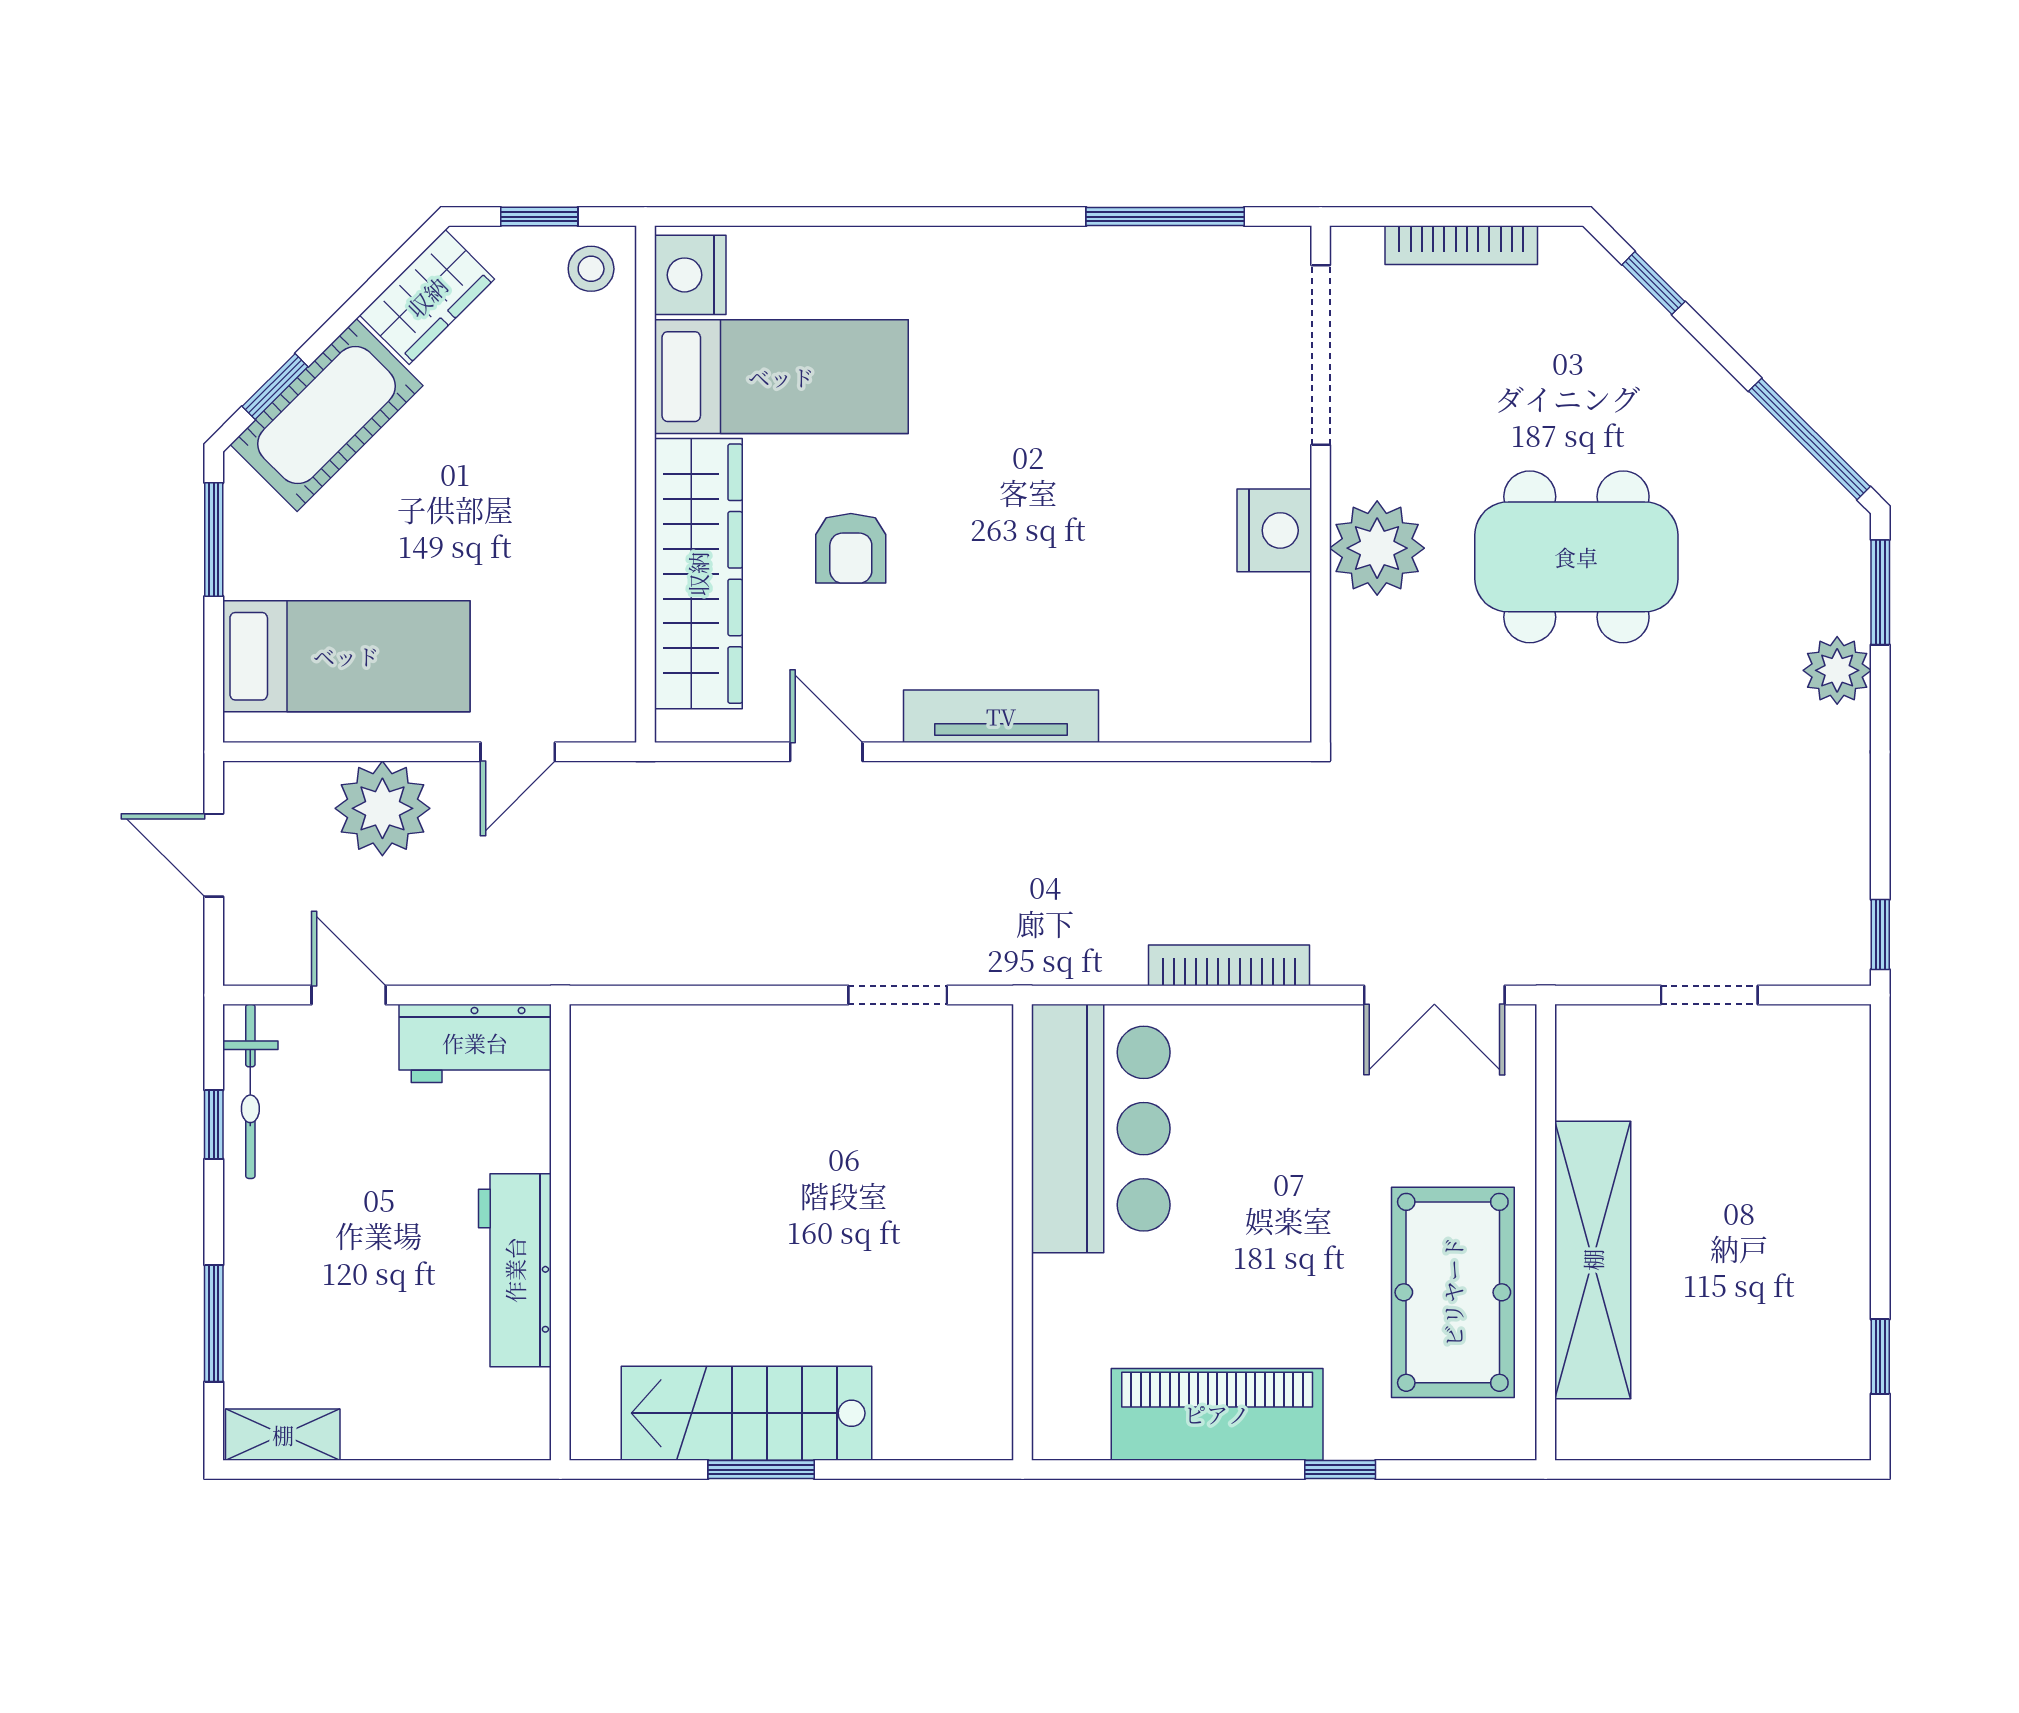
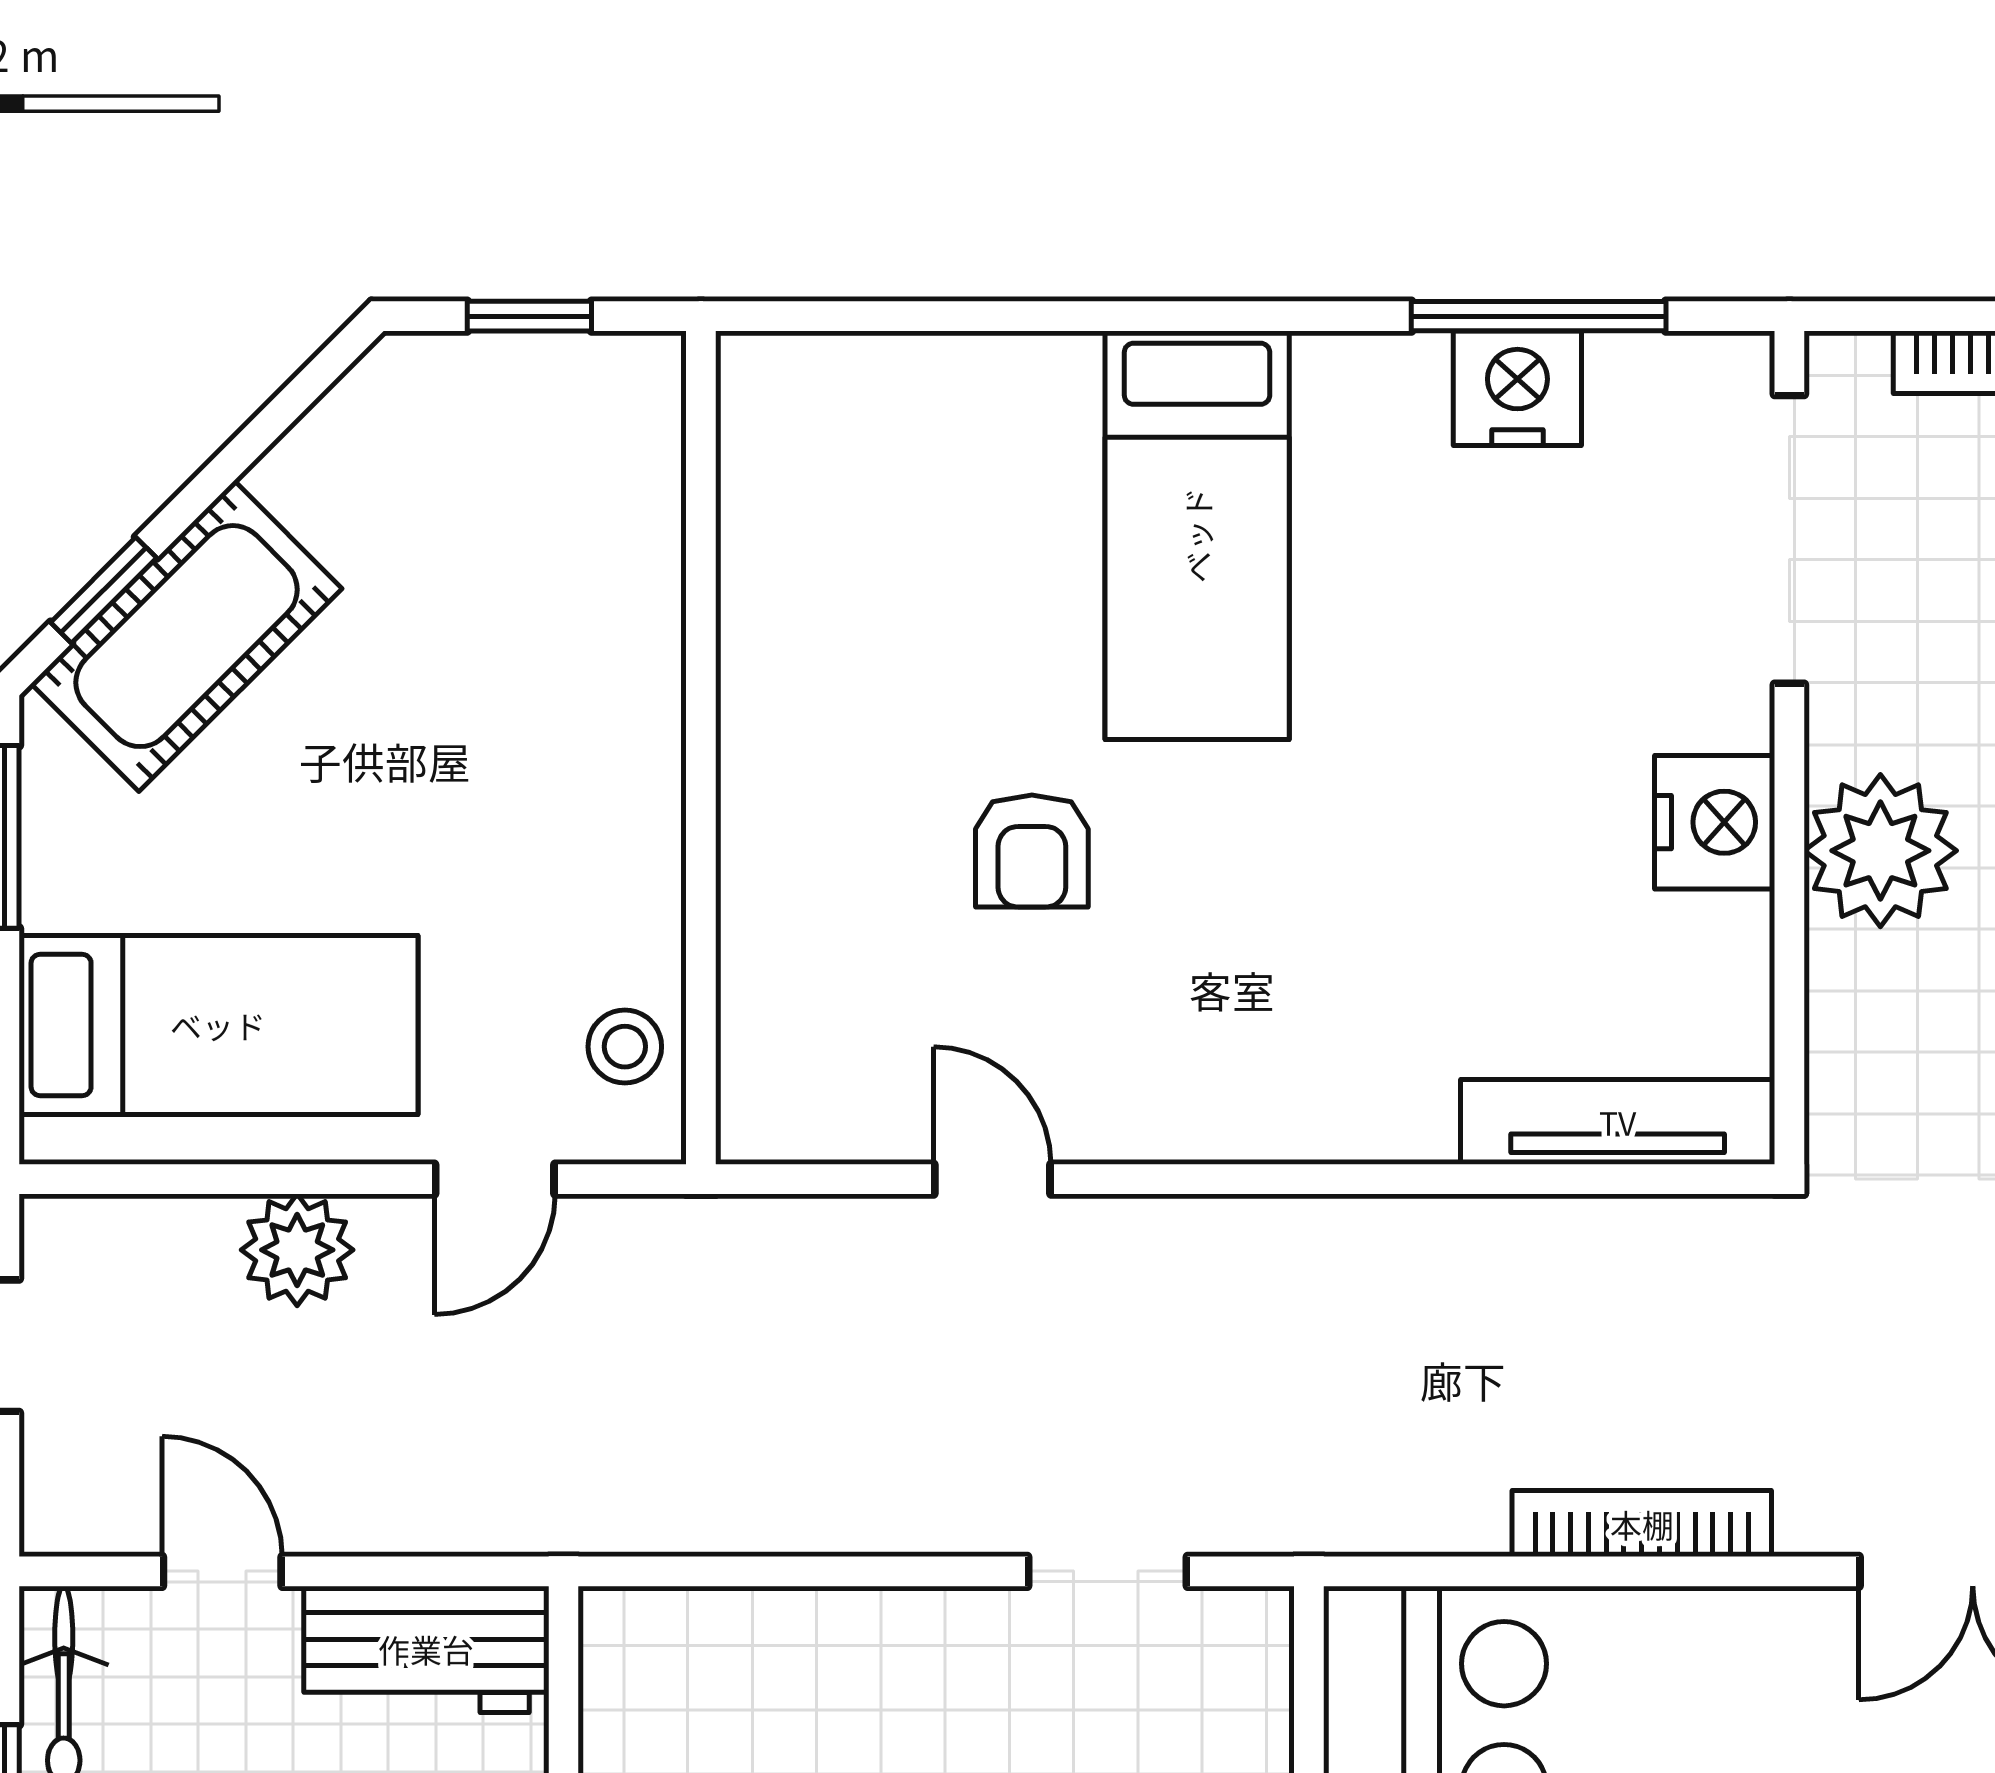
stool: (591, 269) -> (625, 1047), moved
nightstand: (690, 275) -> (1517, 388), moved, turned 90
wardrobe: (427, 297) -> (349, 446), removed
bed: (781, 377) -> (1197, 535), moved, turned 90
wardrobe: (698, 574) -> (786, 892), removed
tv unit: (1001, 716) -> (1618, 1122), moved
plant: (382, 808) -> (297, 1250), width x0.73, depth x0.73

